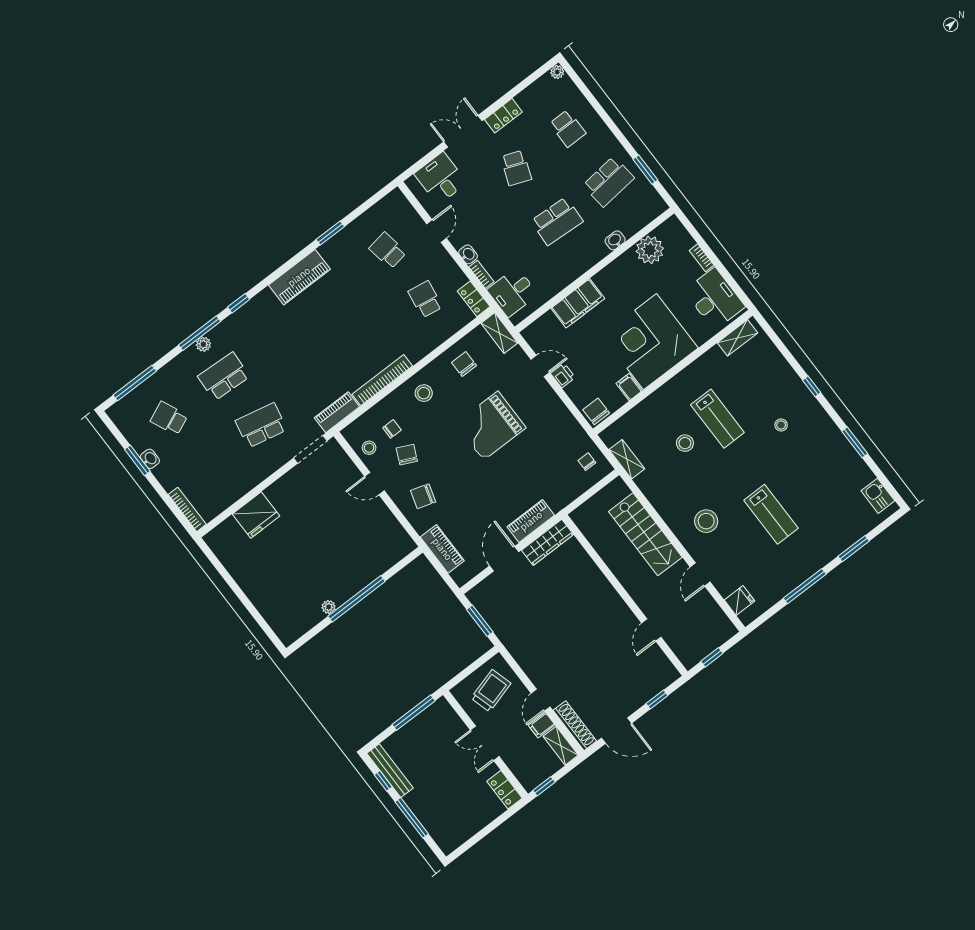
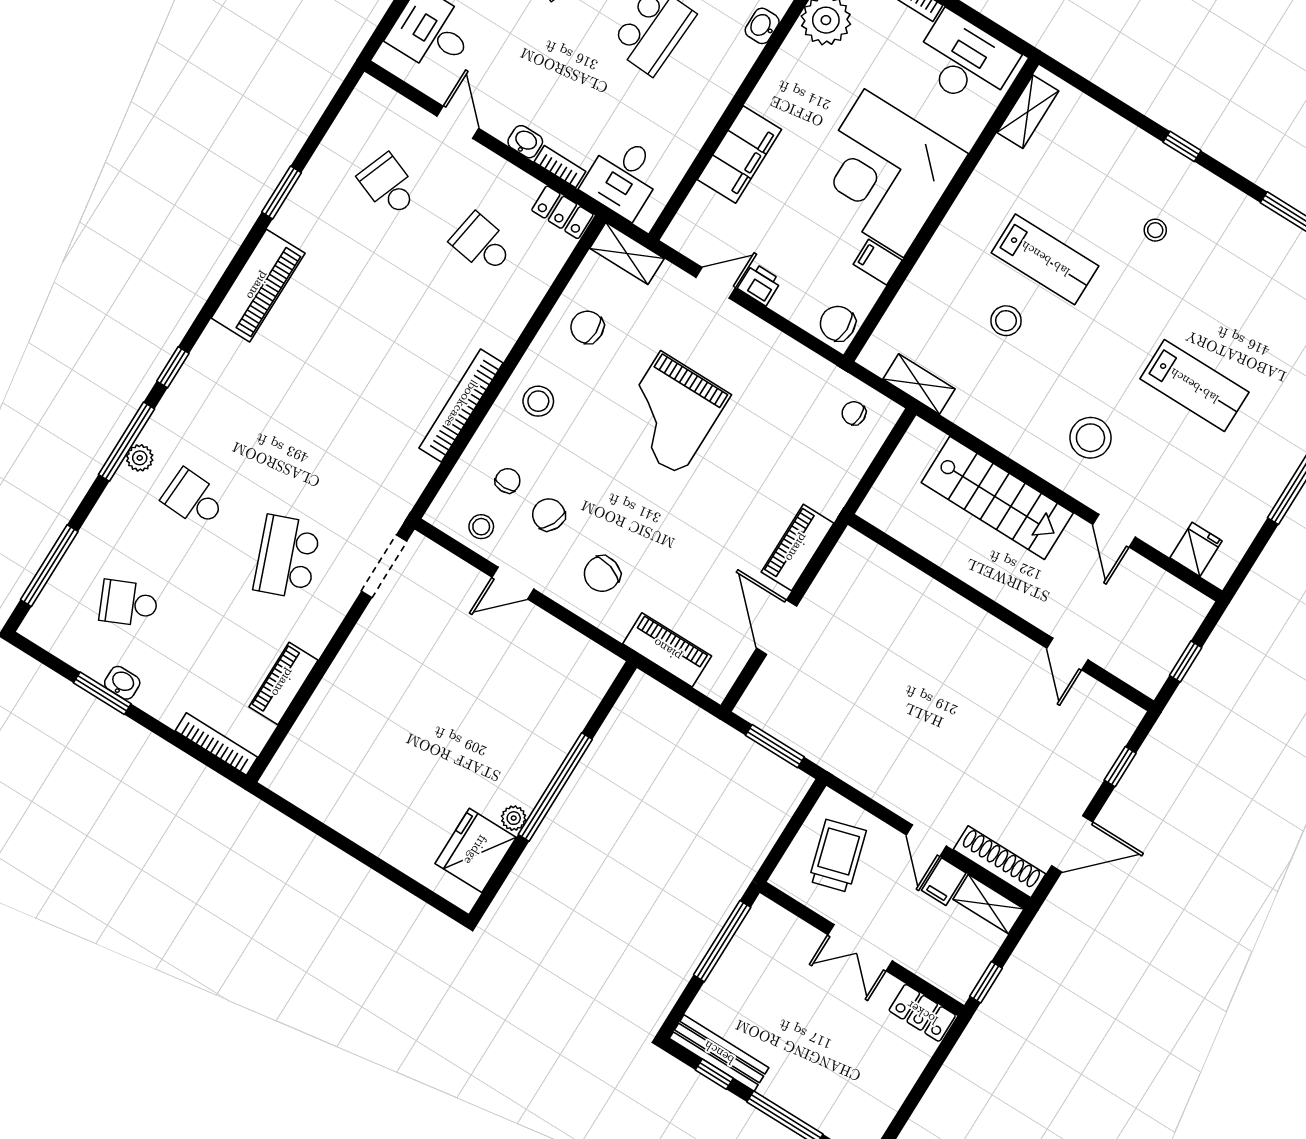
school desk: (388, 250) -> (389, 186), turned 30
school desk: (224, 376) -> (194, 499), width x0.54
piano: (337, 412) -> (283, 683), moved
school desk: (261, 425) -> (287, 557), turned -33
fridge: (256, 515) -> (476, 850), moved, turned 180
wardrobe: (547, 542) -> (839, 573), removed

